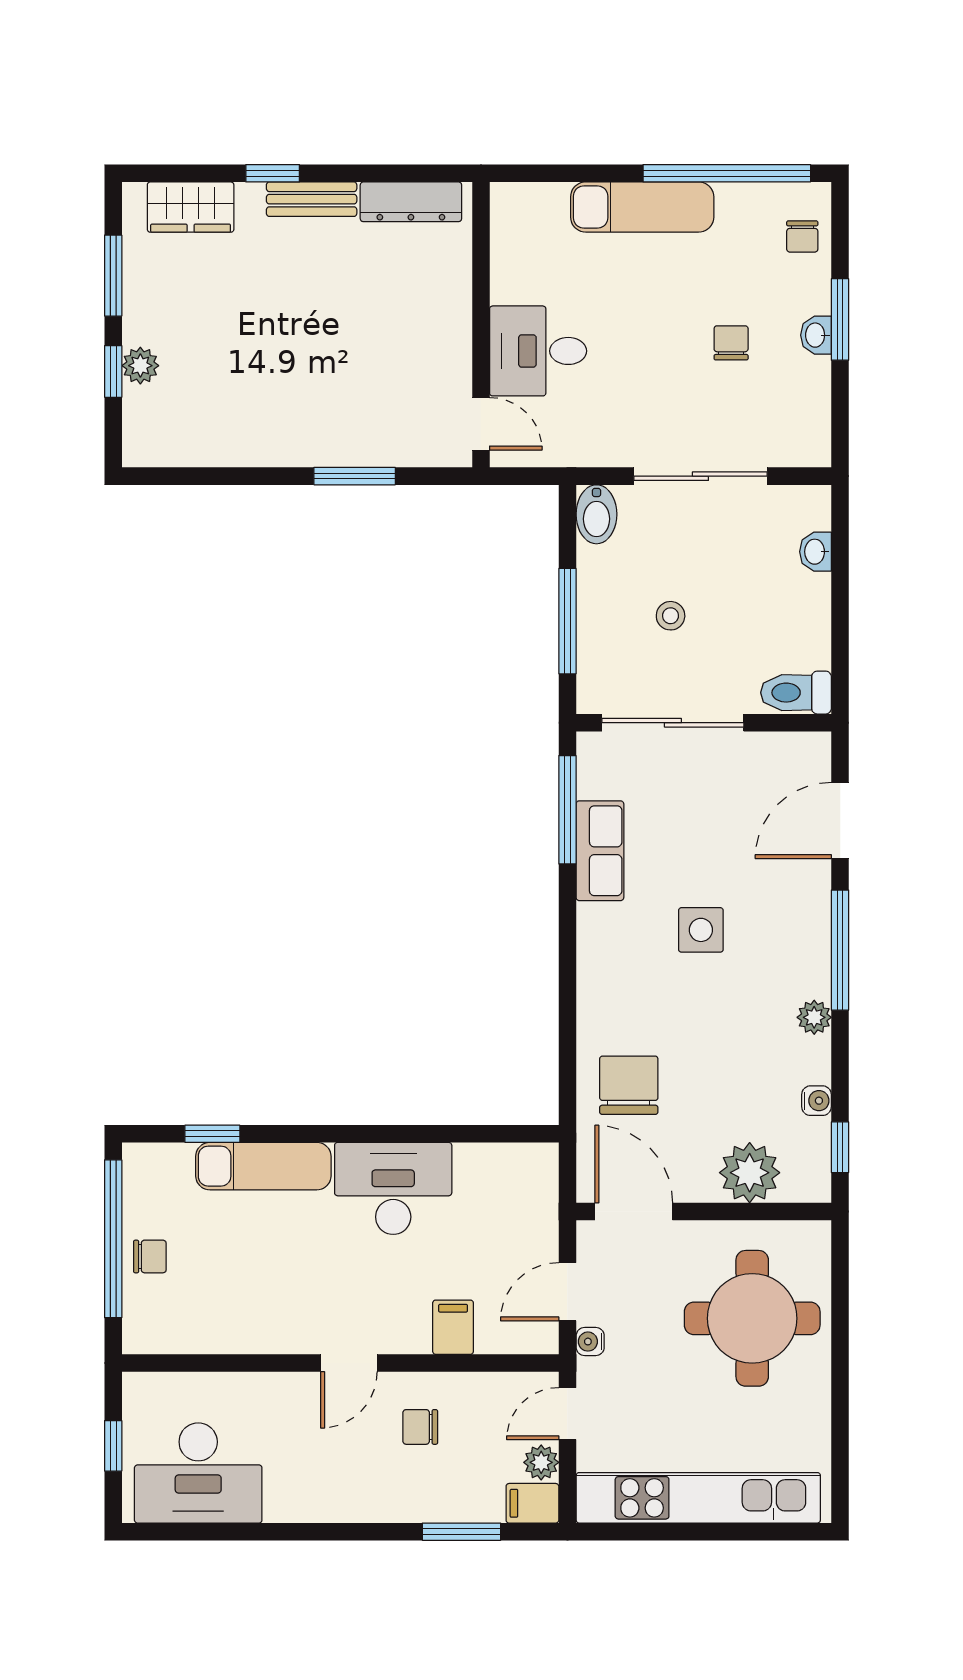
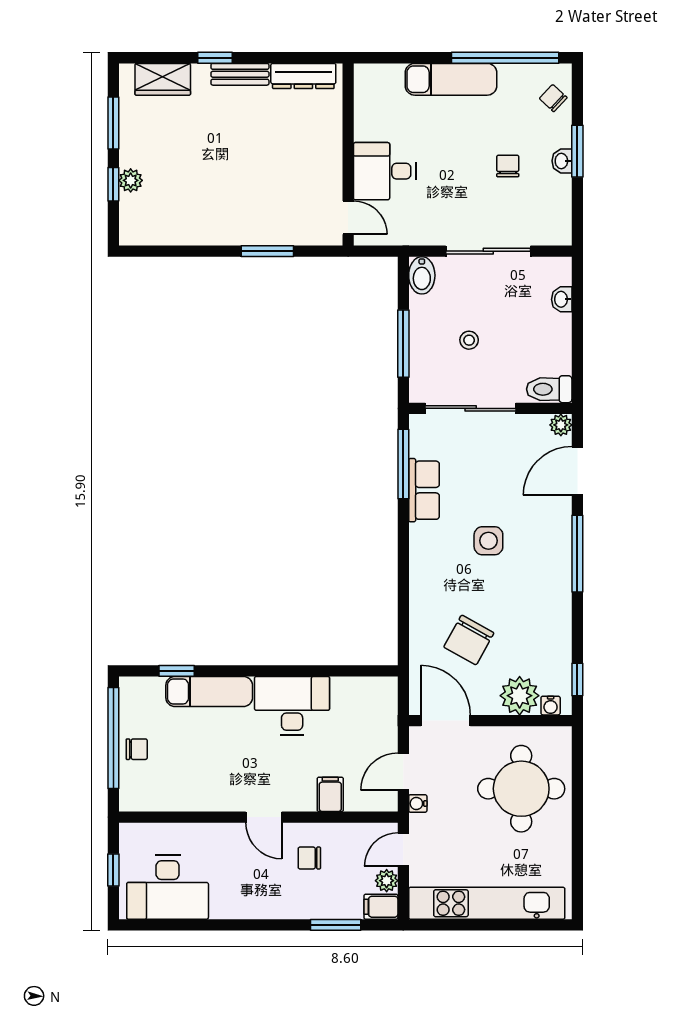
chair: (802, 236) -> (553, 98), turned 133
plant: (814, 1017) -> (561, 425), moved
chair: (629, 1085) -> (469, 640), moved, turned -151
water cooler: (817, 1101) -> (551, 706), moved, turned 90
door: (349, 1363) -> (264, 817), hinge flipped

